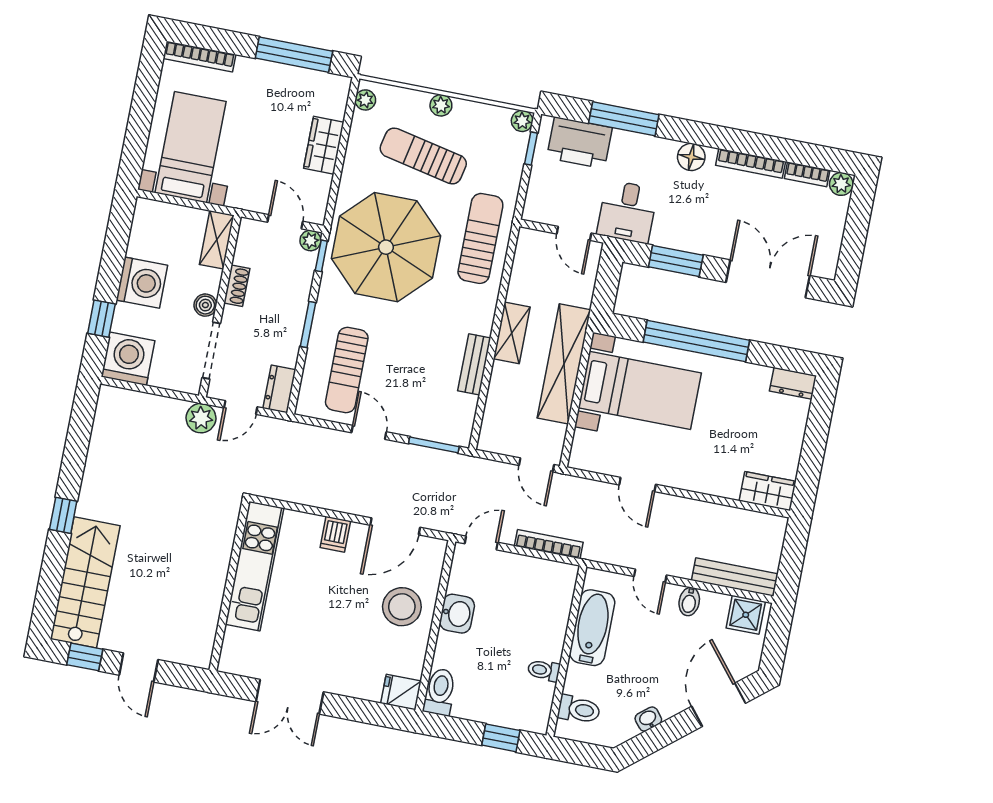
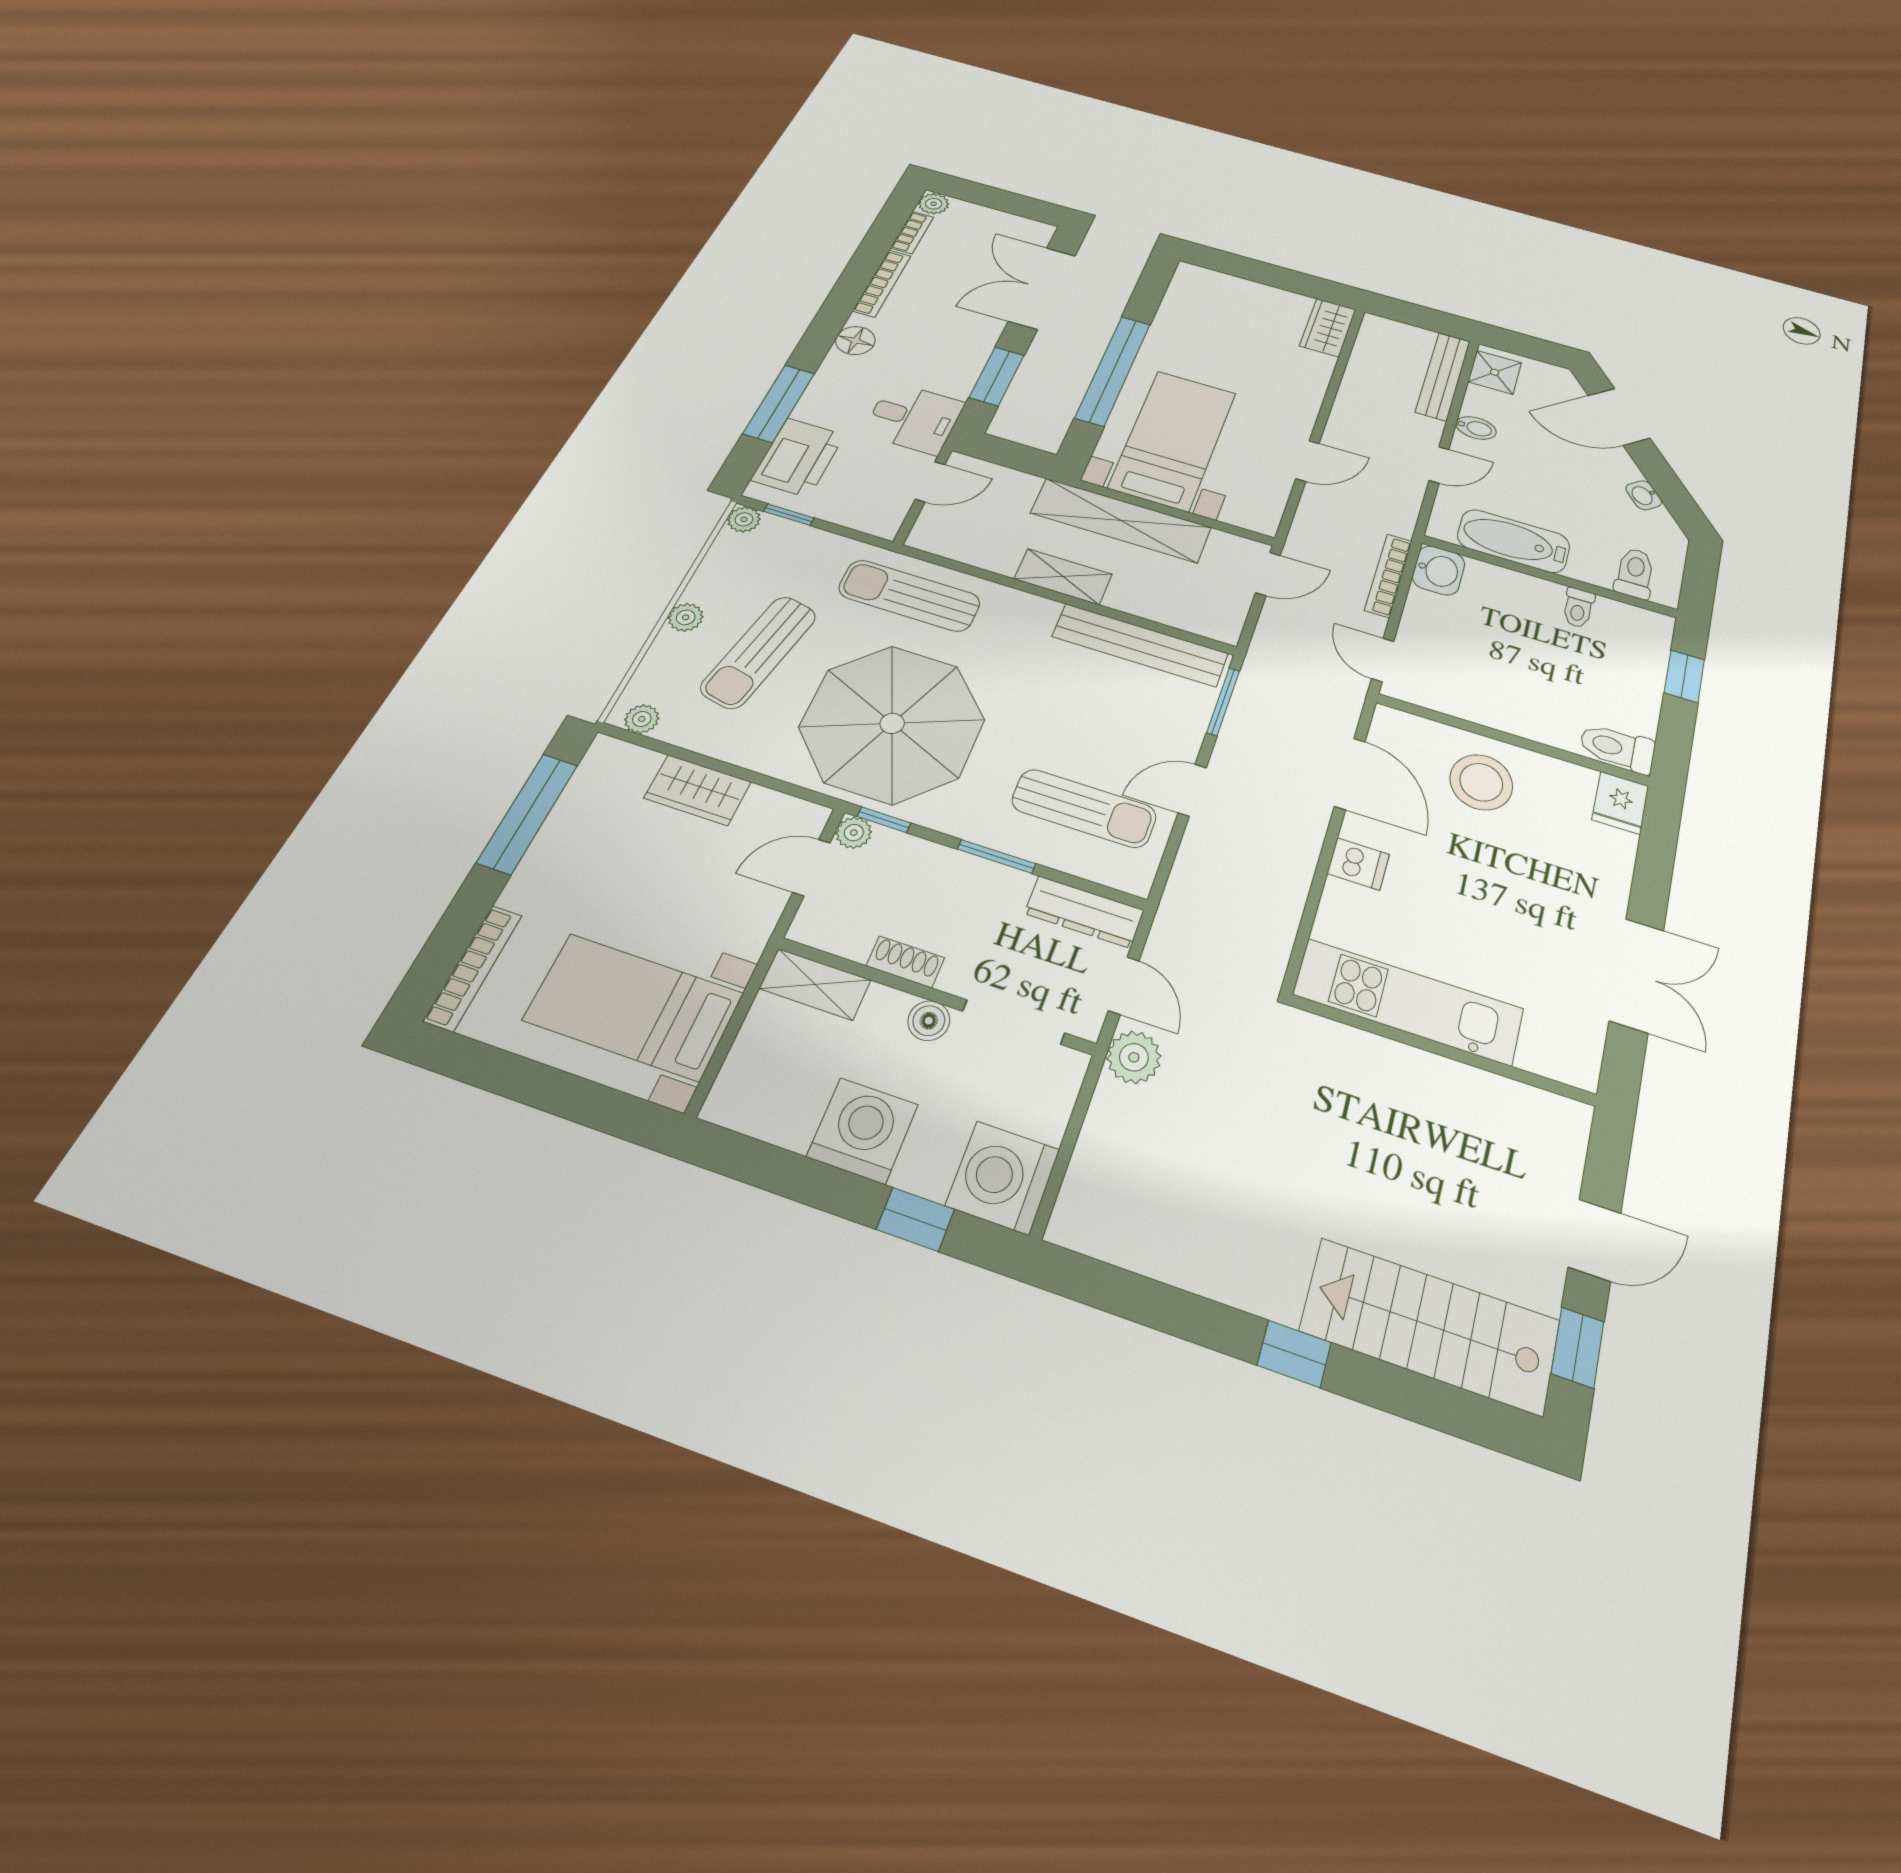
bench: (474, 364) -> (1140, 645), width x1.86, depth x1.21
dresser: (793, 383) -> (1186, 284), removed
dresser: (279, 389) -> (1084, 912), width x1.44
washbasin: (457, 614) -> (1439, 570), moved, turned 90

